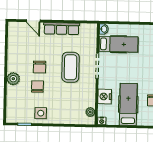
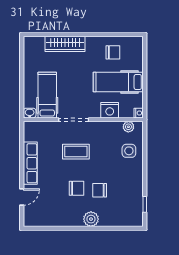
coffee table: (70, 67) -> (76, 152), width x0.73, depth x0.76
side table: (41, 113) -> (129, 151), moved

